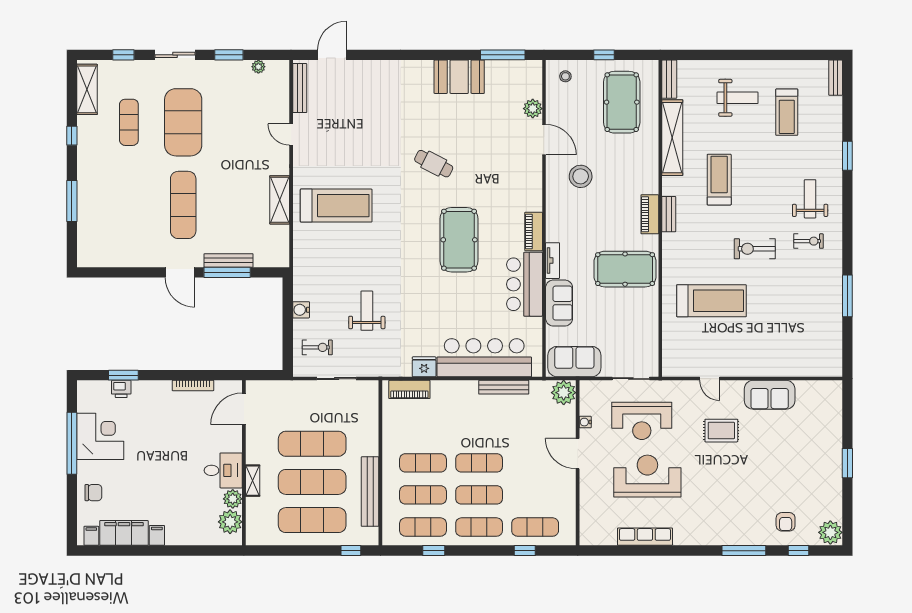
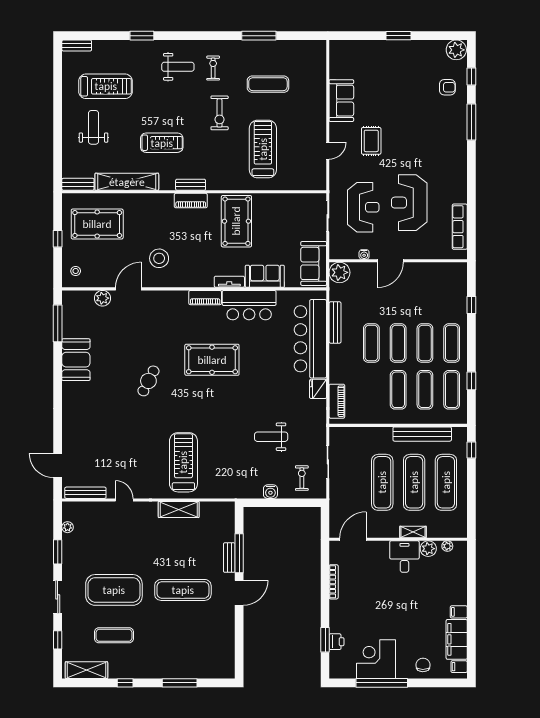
treadmill: (787, 112) -> (106, 86), width x1.37, depth x1.38
door: (291, 135) -> (124, 500), swing flipped
treadmill: (719, 180) -> (162, 143), turned 180
weight bench: (810, 199) -> (178, 67), turned 180
bench: (229, 260) -> (229, 558), width x0.73
exercise mat: (789, 307) -> (268, 84), added
door: (244, 409) -> (353, 539), swing flipped
plant: (230, 522) -> (447, 546), width x0.53, depth x0.53
exercise mat: (535, 527) -> (371, 343), moved
row of seats: (645, 537) -> (460, 227), moved

